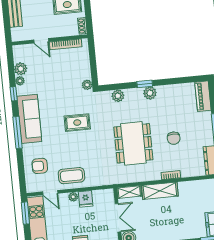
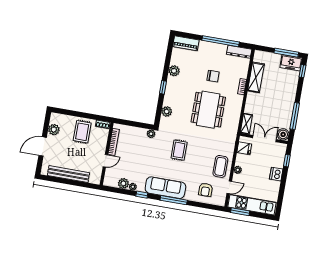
plant: (150, 93) -> (174, 71), moved
dining table: (133, 143) -> (208, 110), turned 90
shelving: (160, 191) -> (256, 77), moved
fridge: (86, 199) -> (244, 148), moved

